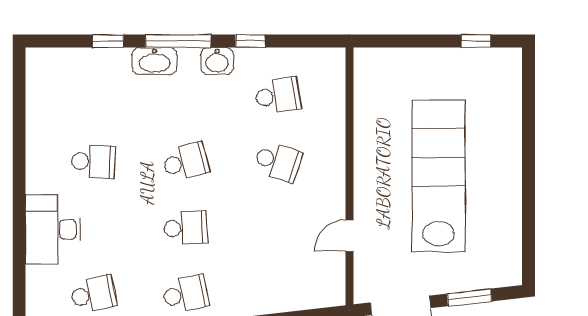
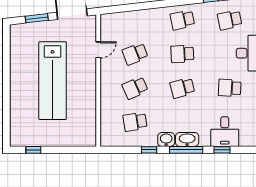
washbasin: (154, 61) -> (187, 139), moved
desk: (103, 77) -> (225, 132), added
school desk: (278, 162) -> (135, 88), turned -42
school desk: (278, 228) -> (135, 54), added

